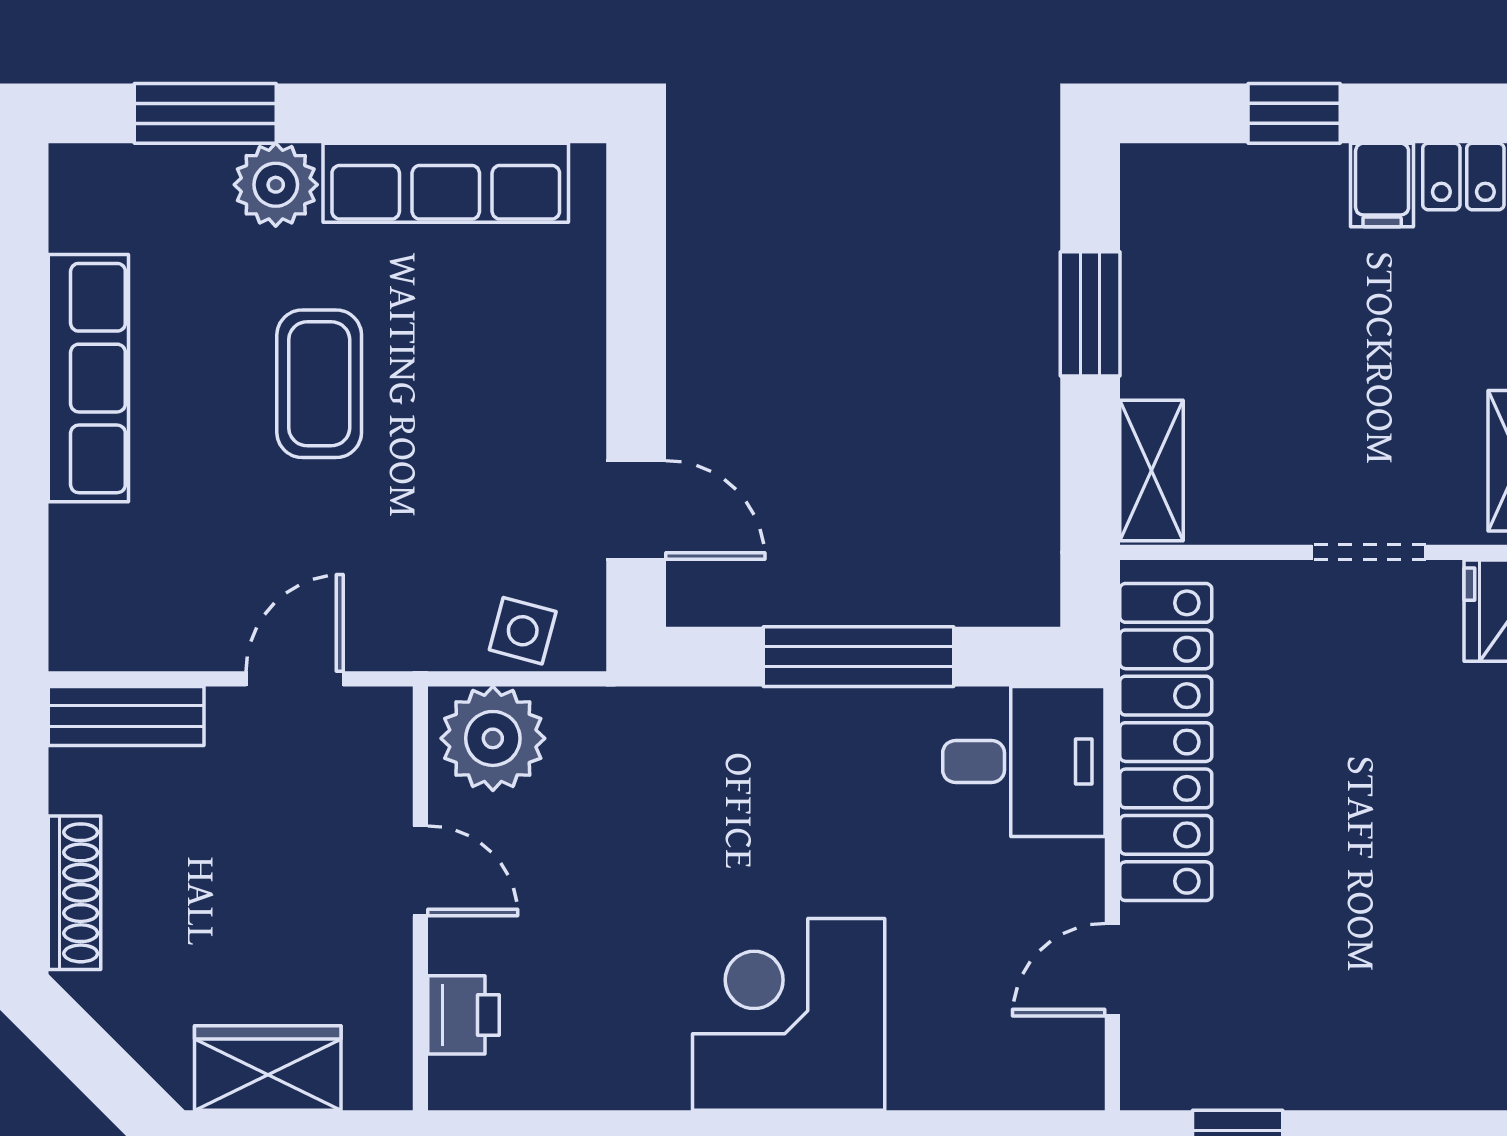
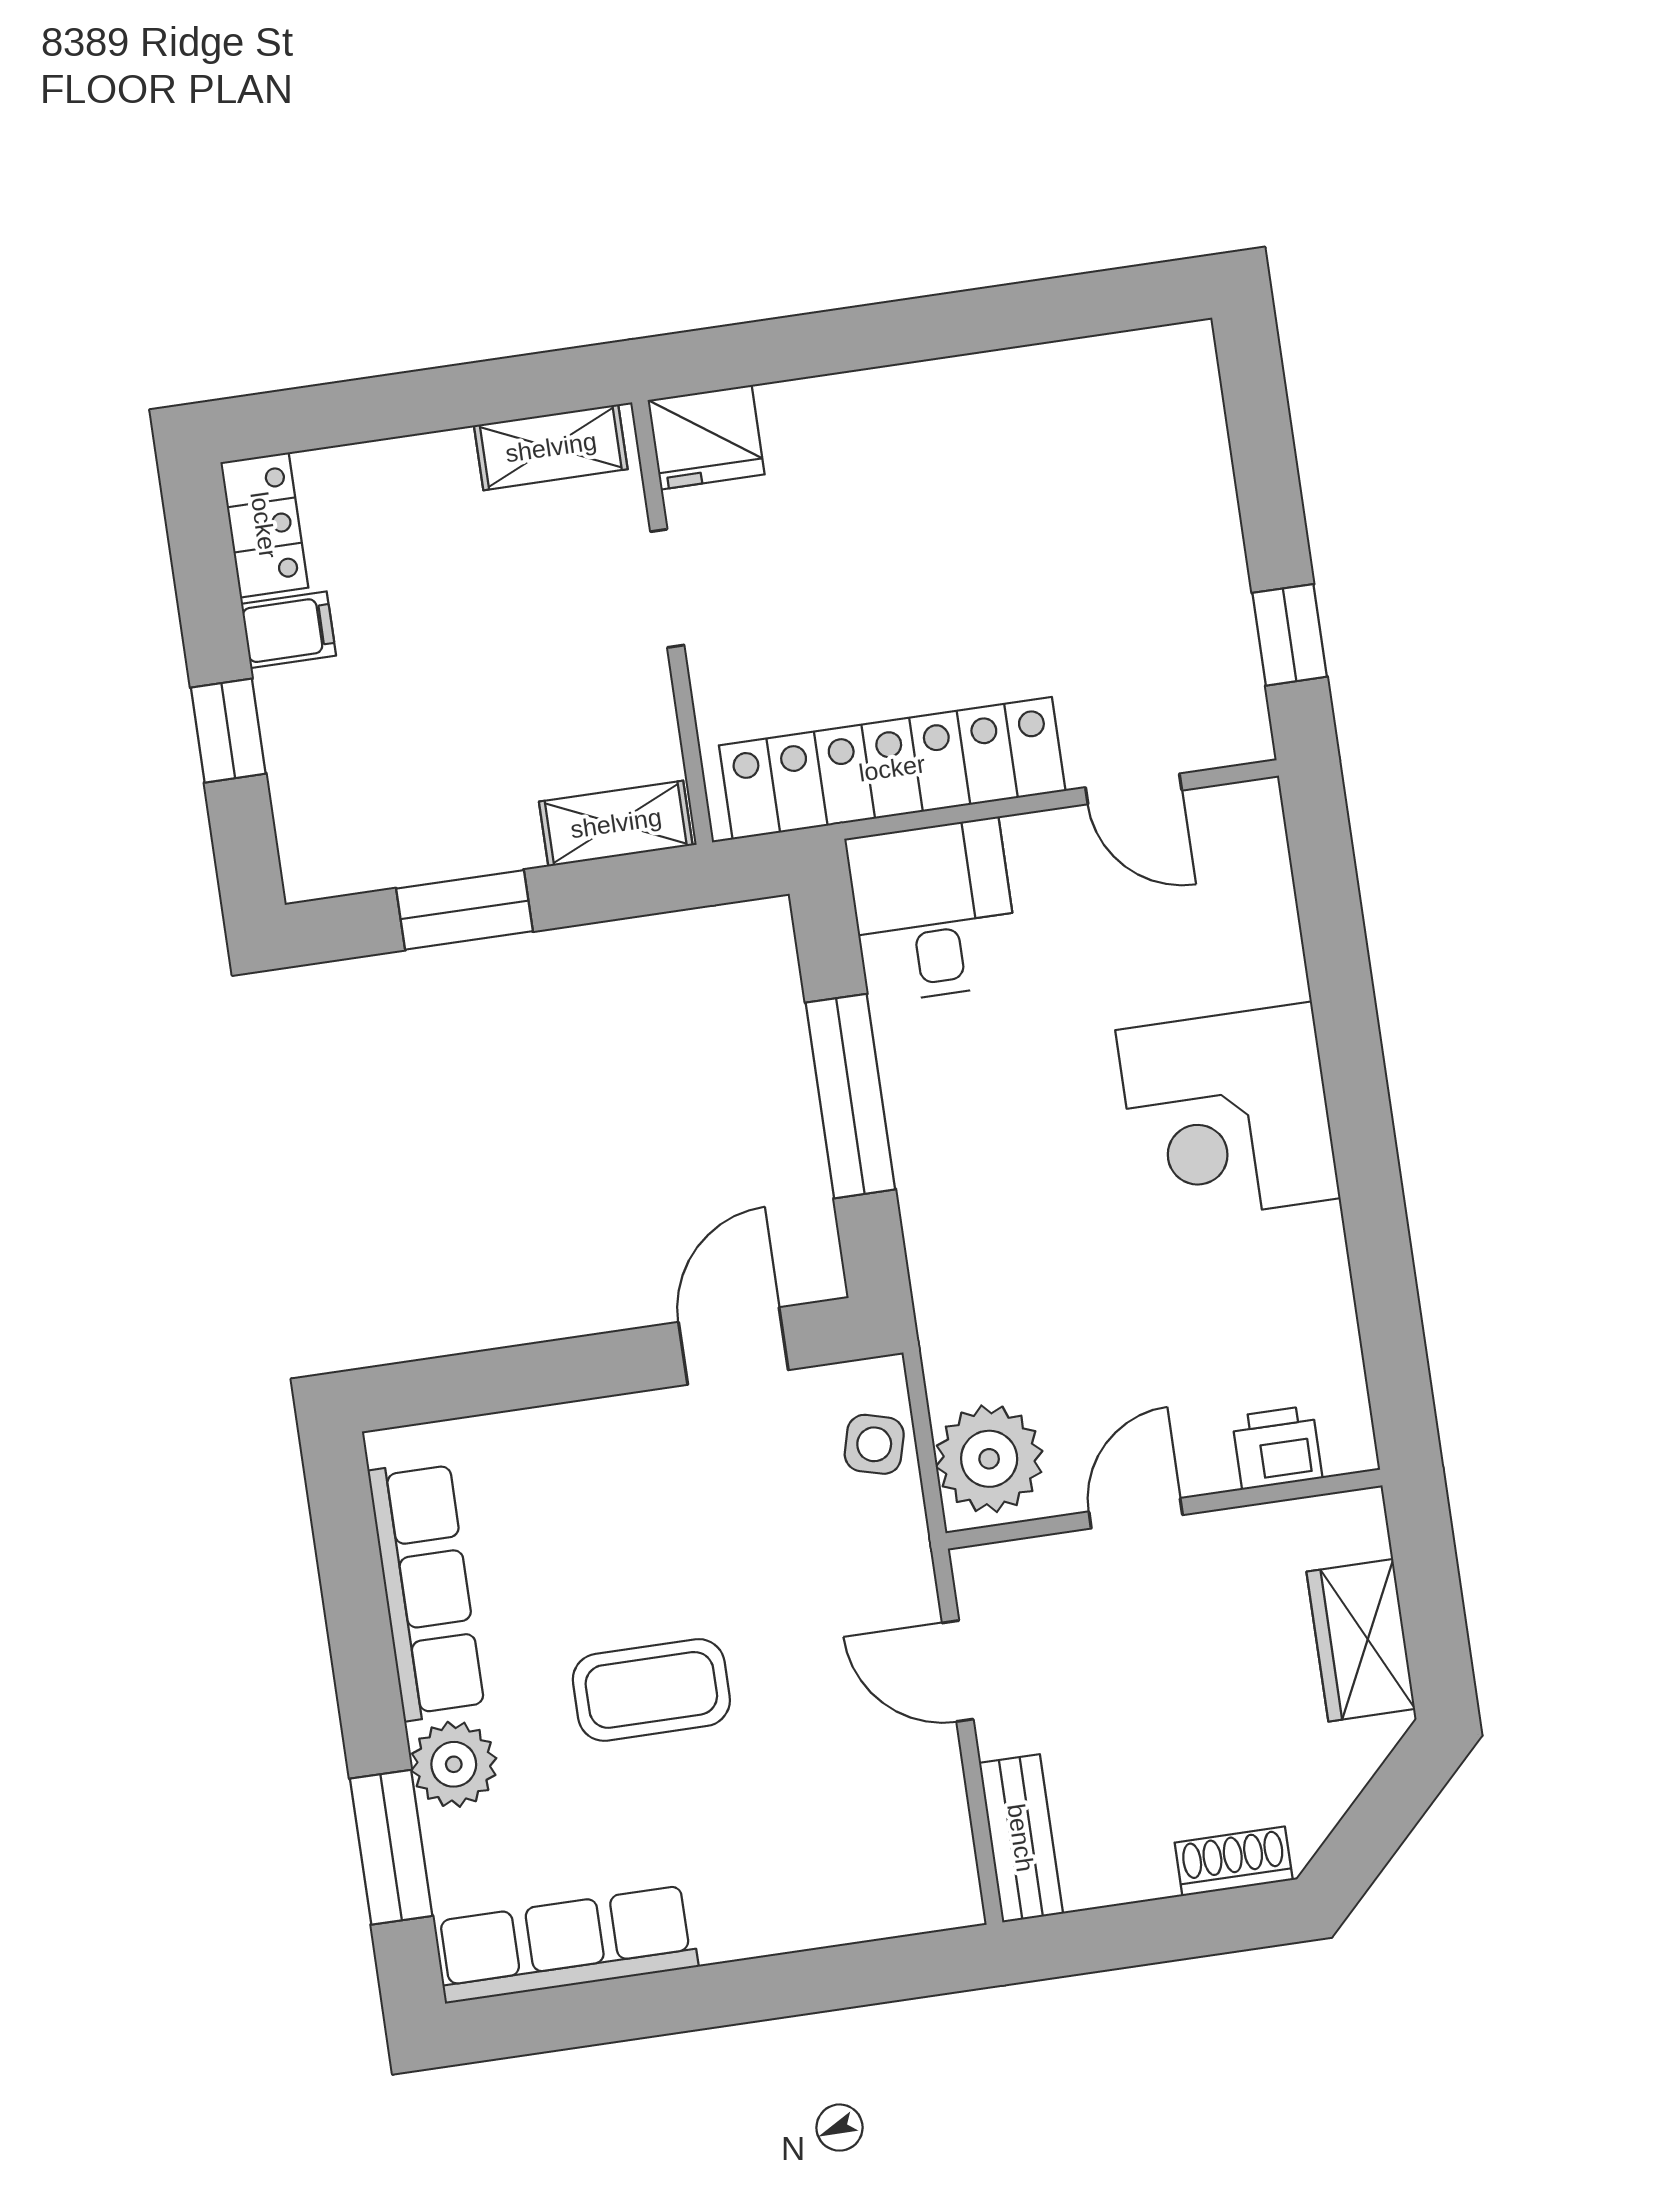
row of seats: (88, 378) -> (566, 1944), moved
shoe rack: (74, 893) -> (1234, 1861), width x0.70

